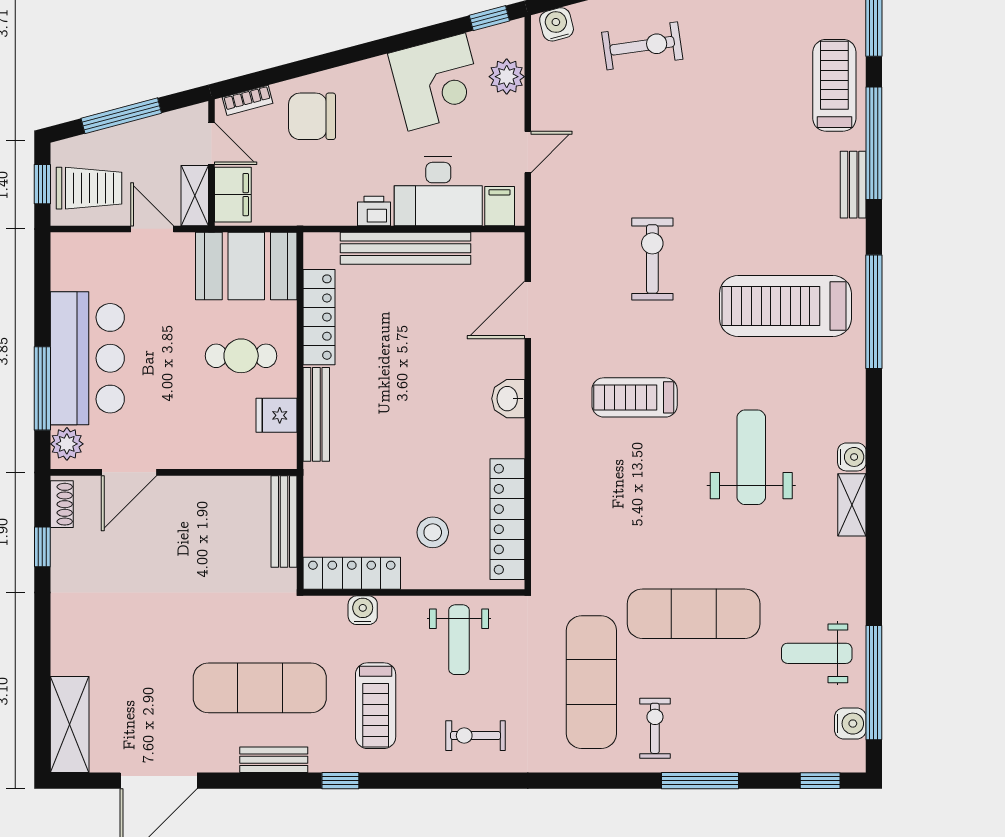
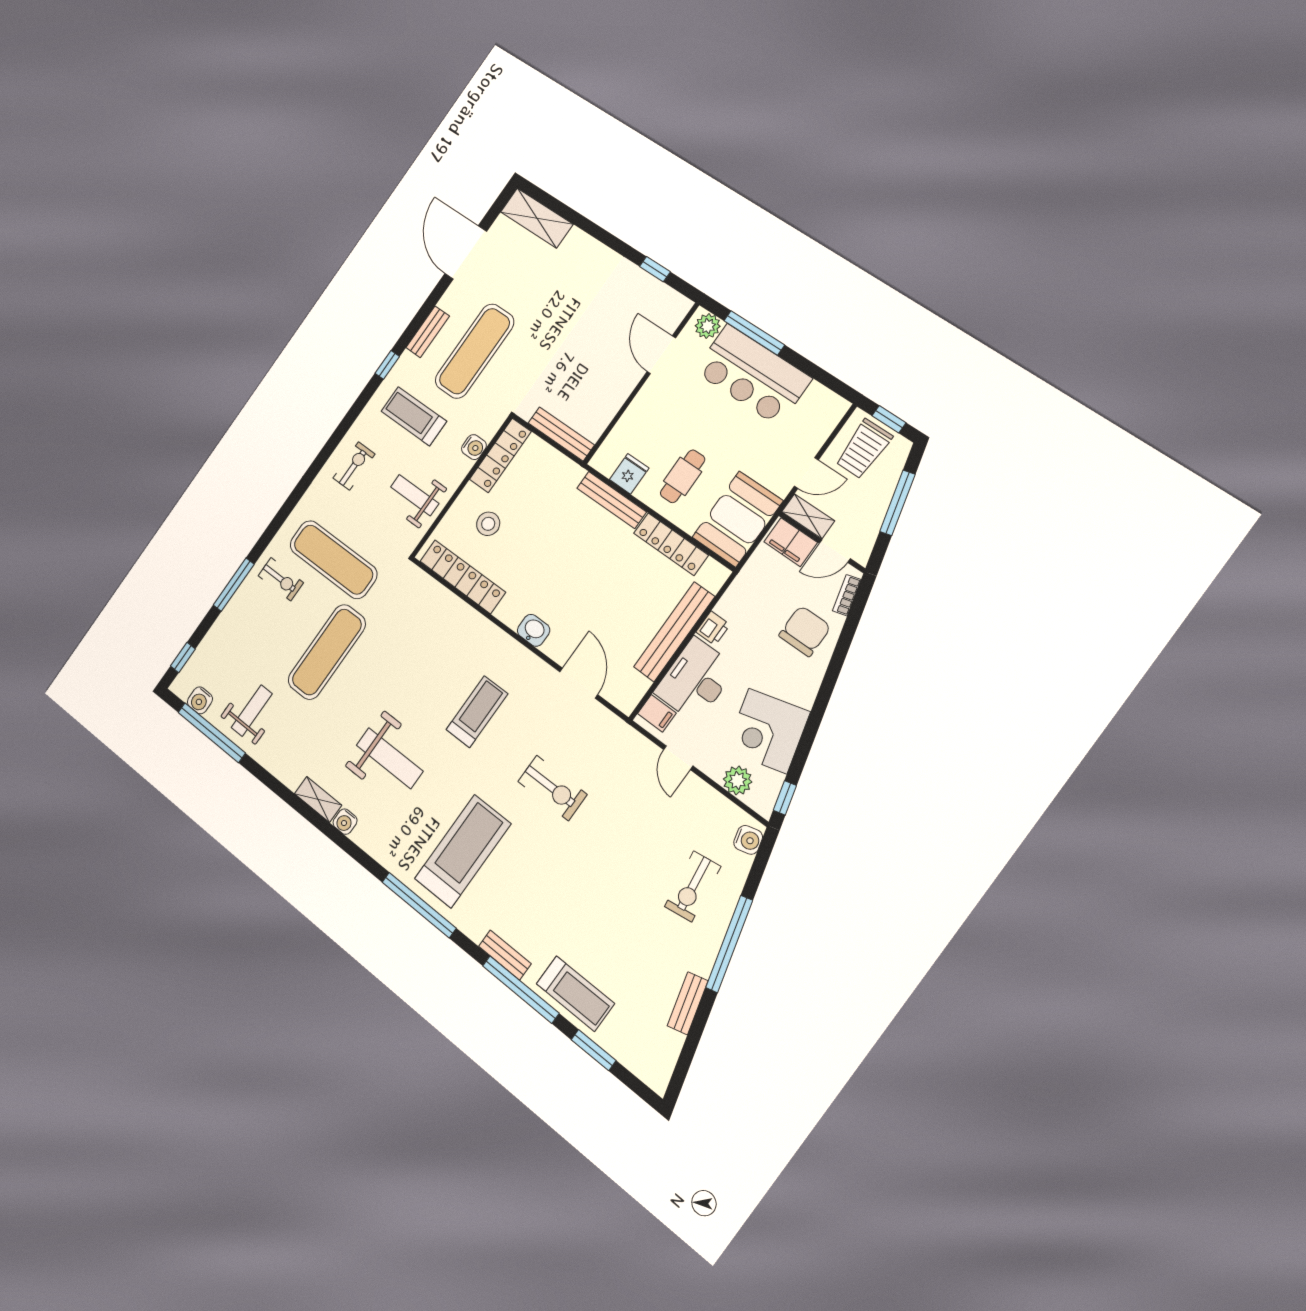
shoe rack: (62, 504) -> (672, 298), removed

